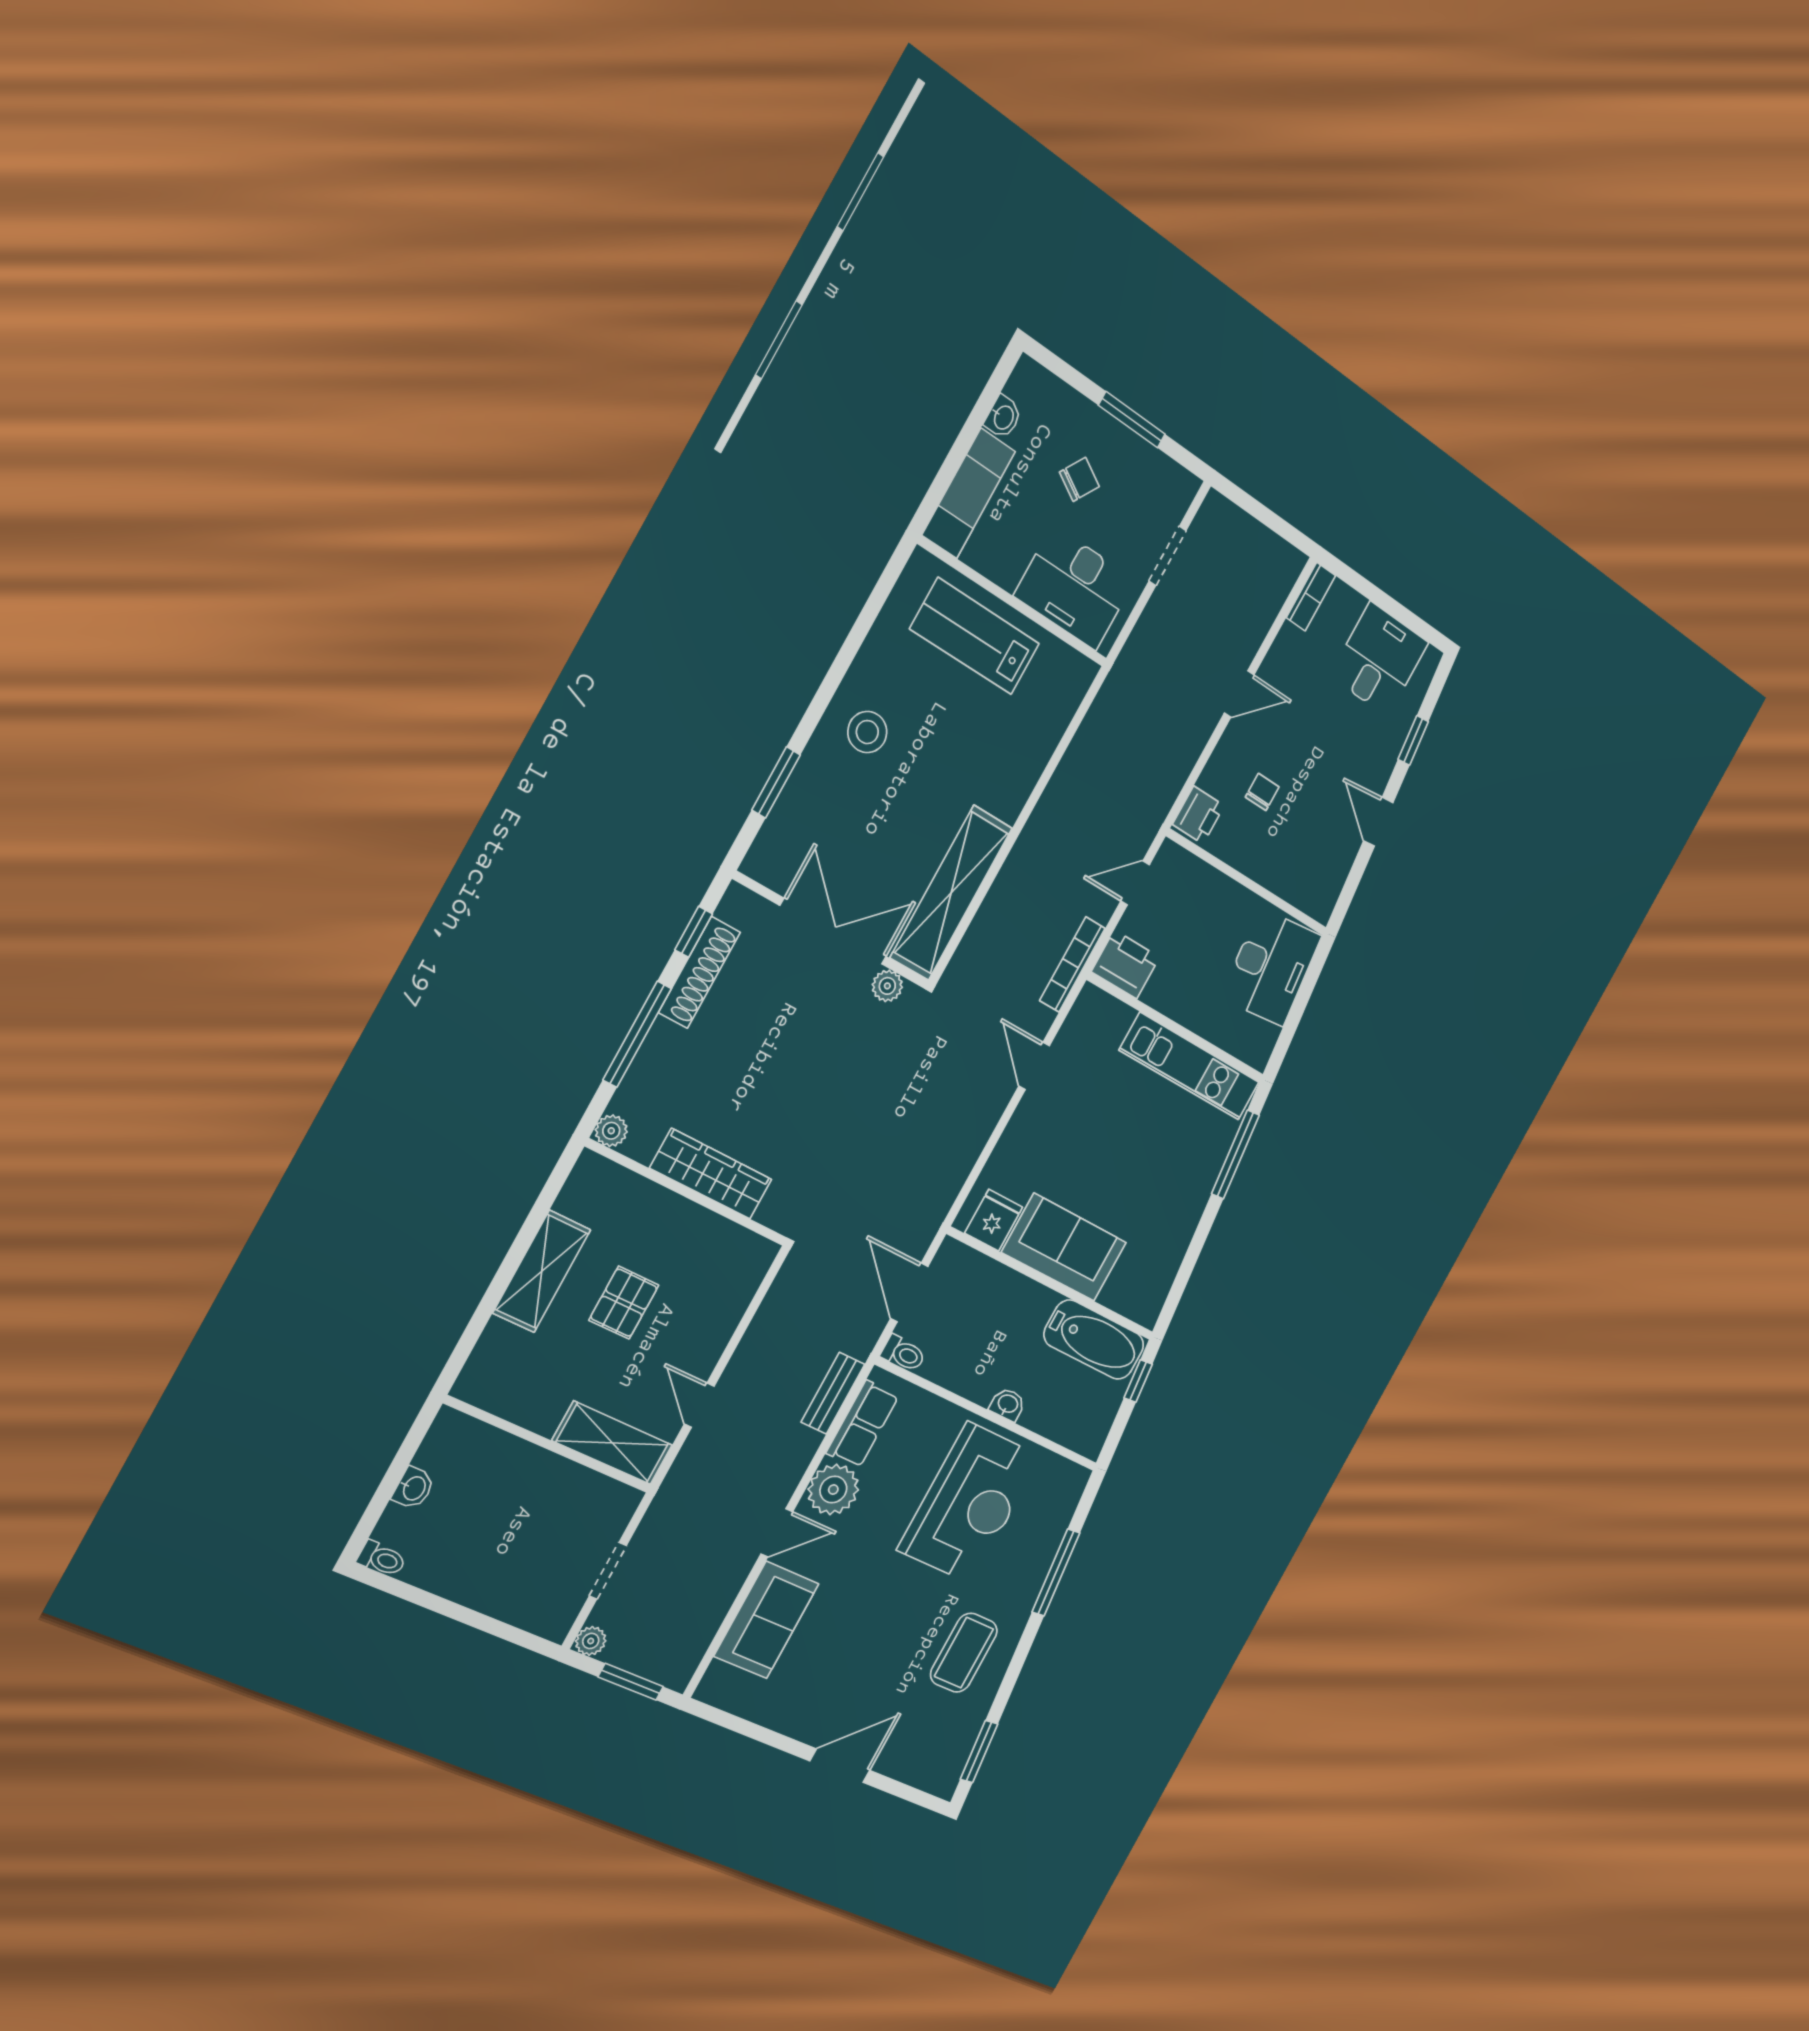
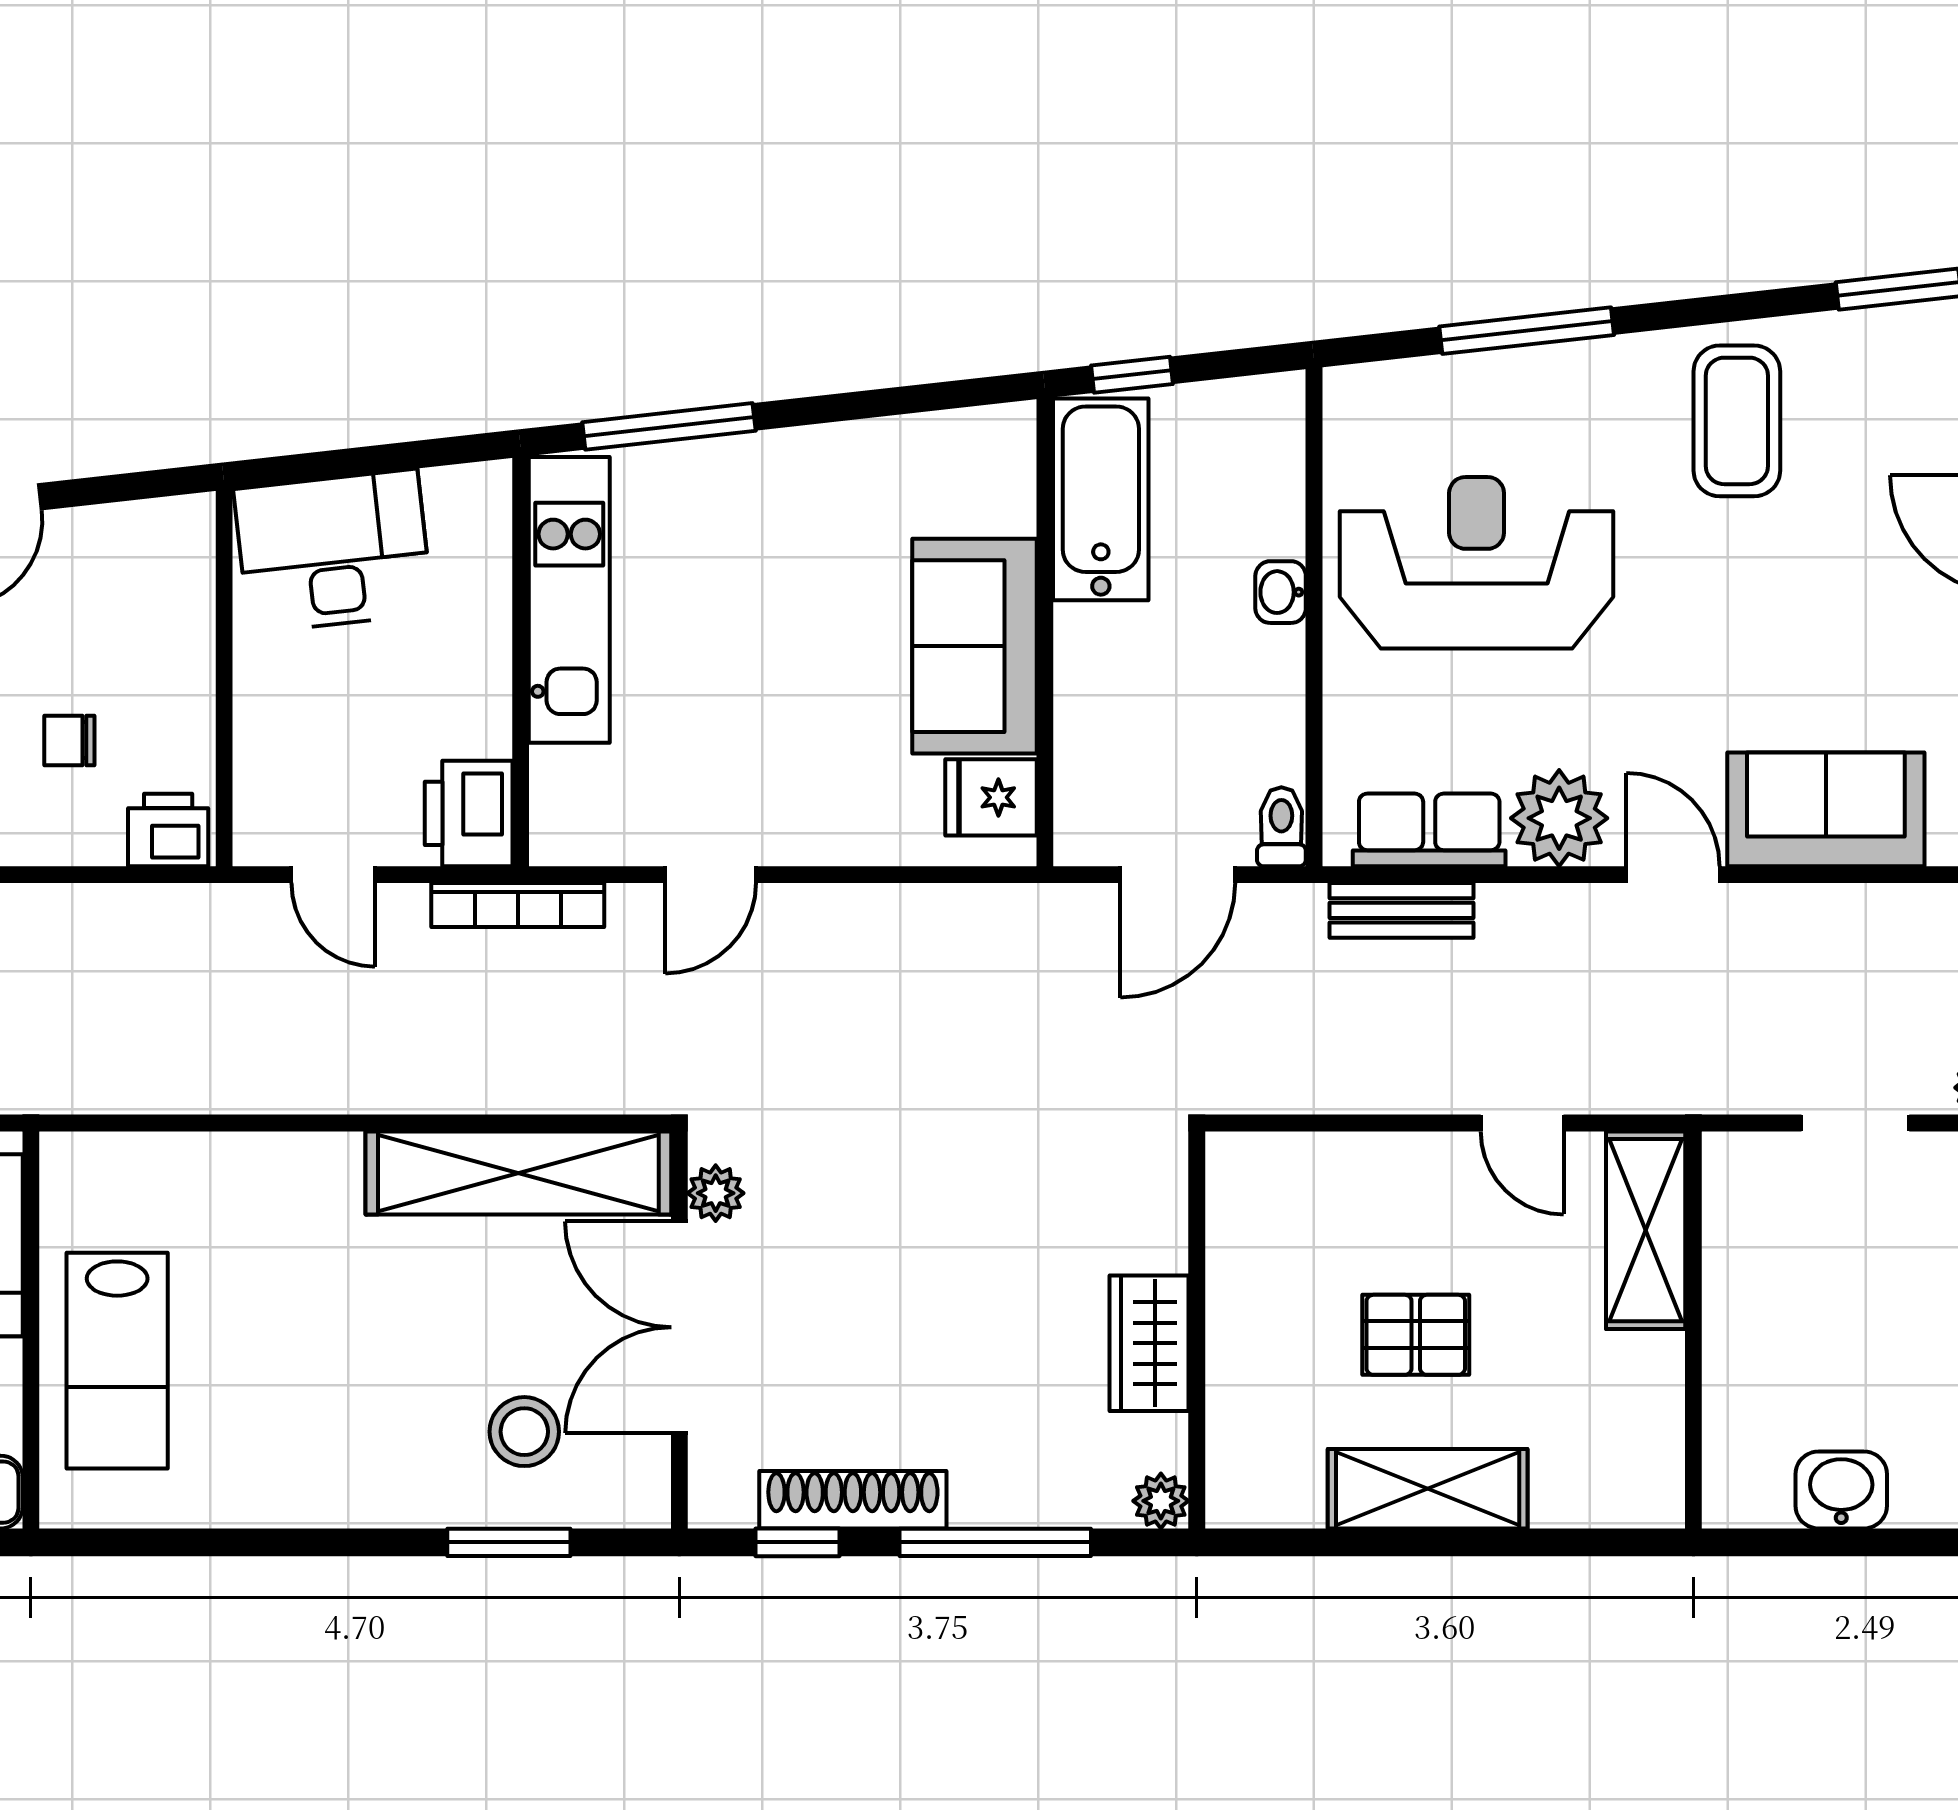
stool: (867, 732) -> (524, 1432), moved
wardrobe: (711, 1174) -> (1149, 1343), width x0.67
door: (699, 1405) -> (1522, 1123), hinge flipped
washbasin: (414, 1488) -> (1841, 1490), width x1.38, depth x1.45
coffee table: (964, 1653) -> (1737, 421), turned 90

